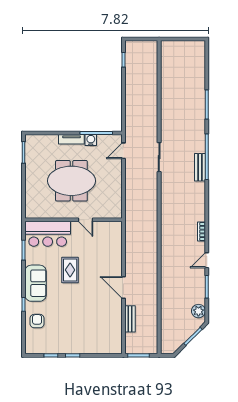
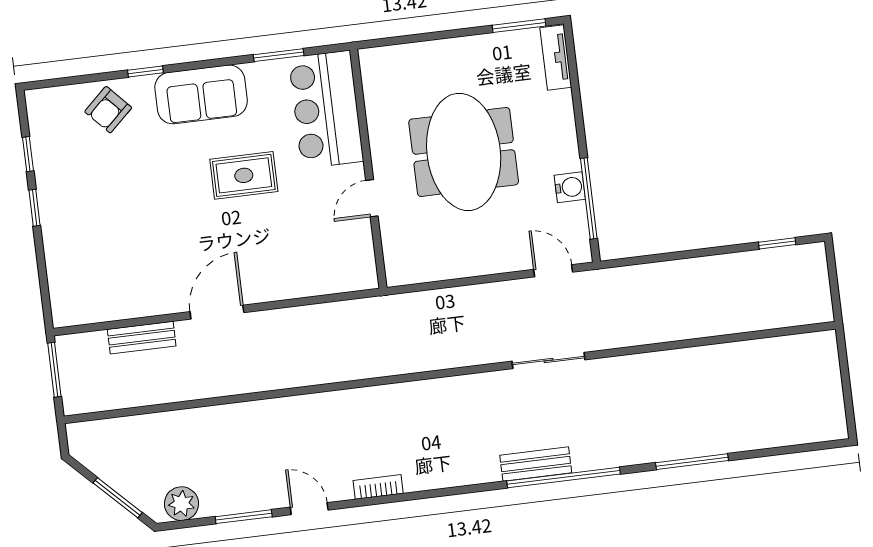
tv unit: (71, 139) -> (556, 57), moved
armchair: (37, 321) -> (108, 110), turned 137

